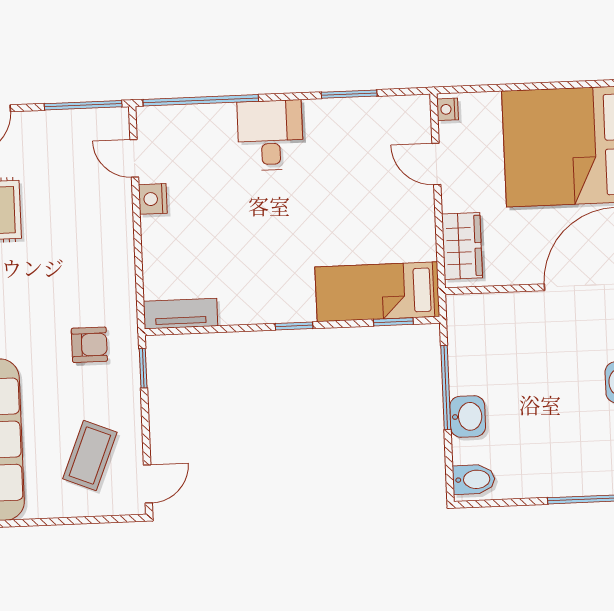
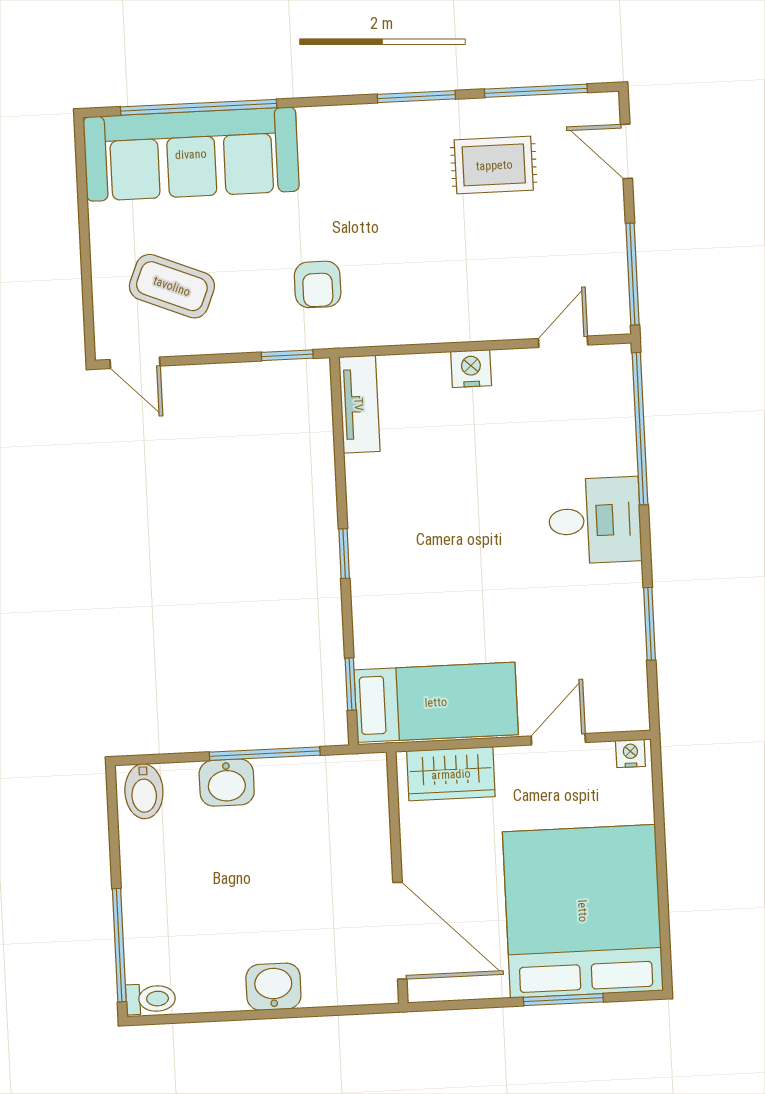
nightstand: (153, 199) -> (471, 369), moved
bed: (377, 292) -> (436, 702), moved, turned 90

